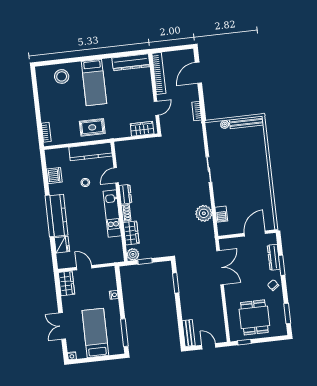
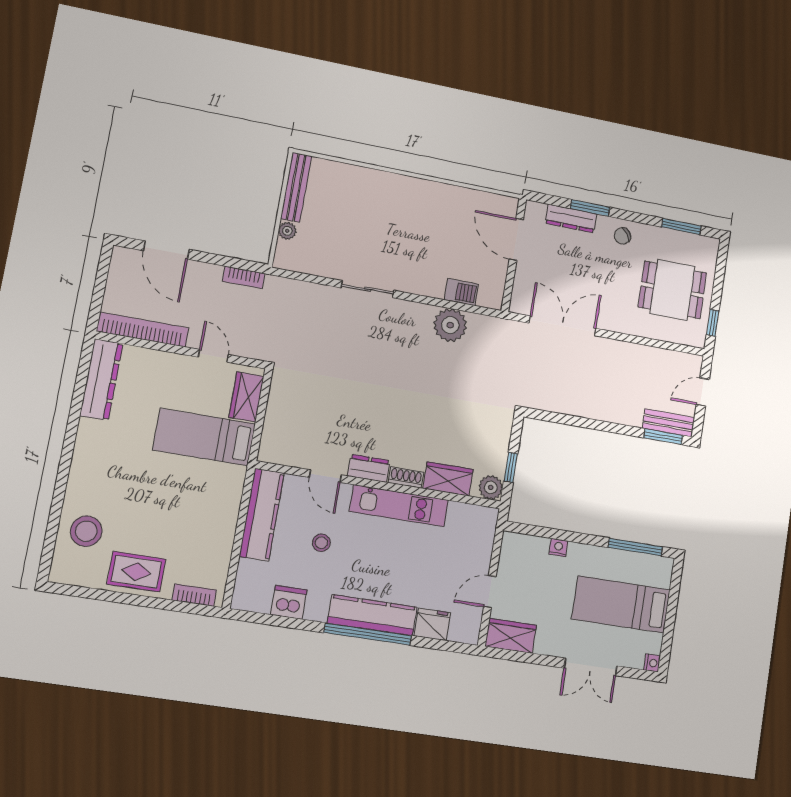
bed: (94, 82) -> (204, 437), moved, turned 180
rug: (92, 127) -> (136, 572), moved, turned 90
window: (176, 283) -> (663, 437), moved

